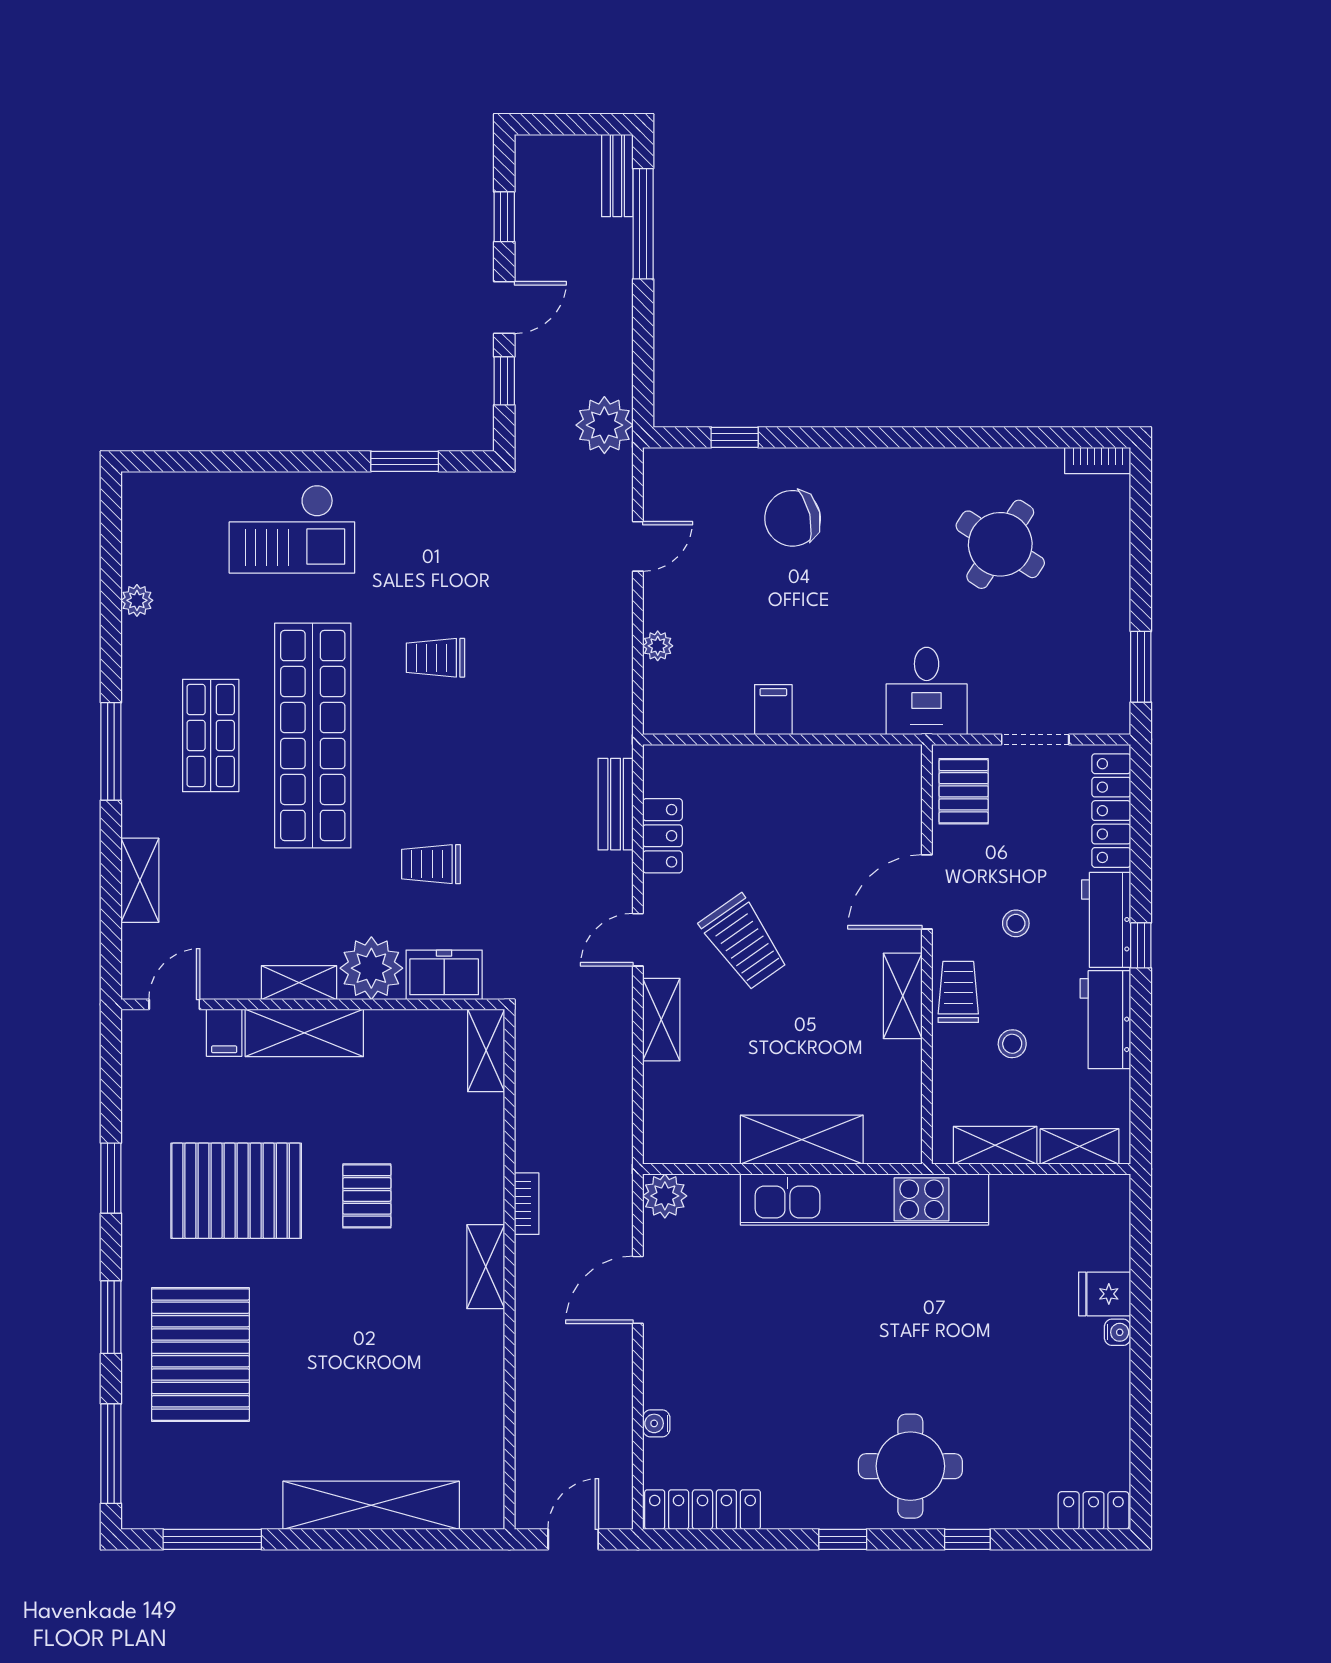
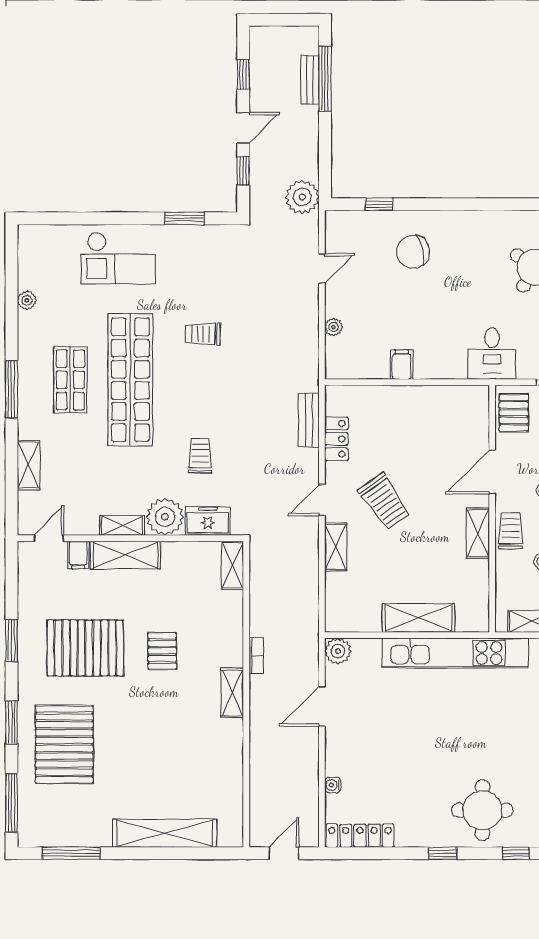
bench: (617, 175) -> (310, 80), moved
trolley: (431, 864) -> (200, 456), turned 90

